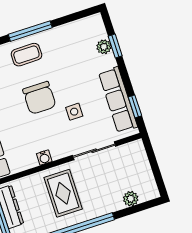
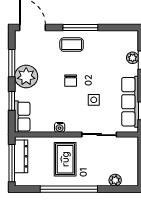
chair: (39, 98) -> (71, 81), width x0.54, depth x0.54

